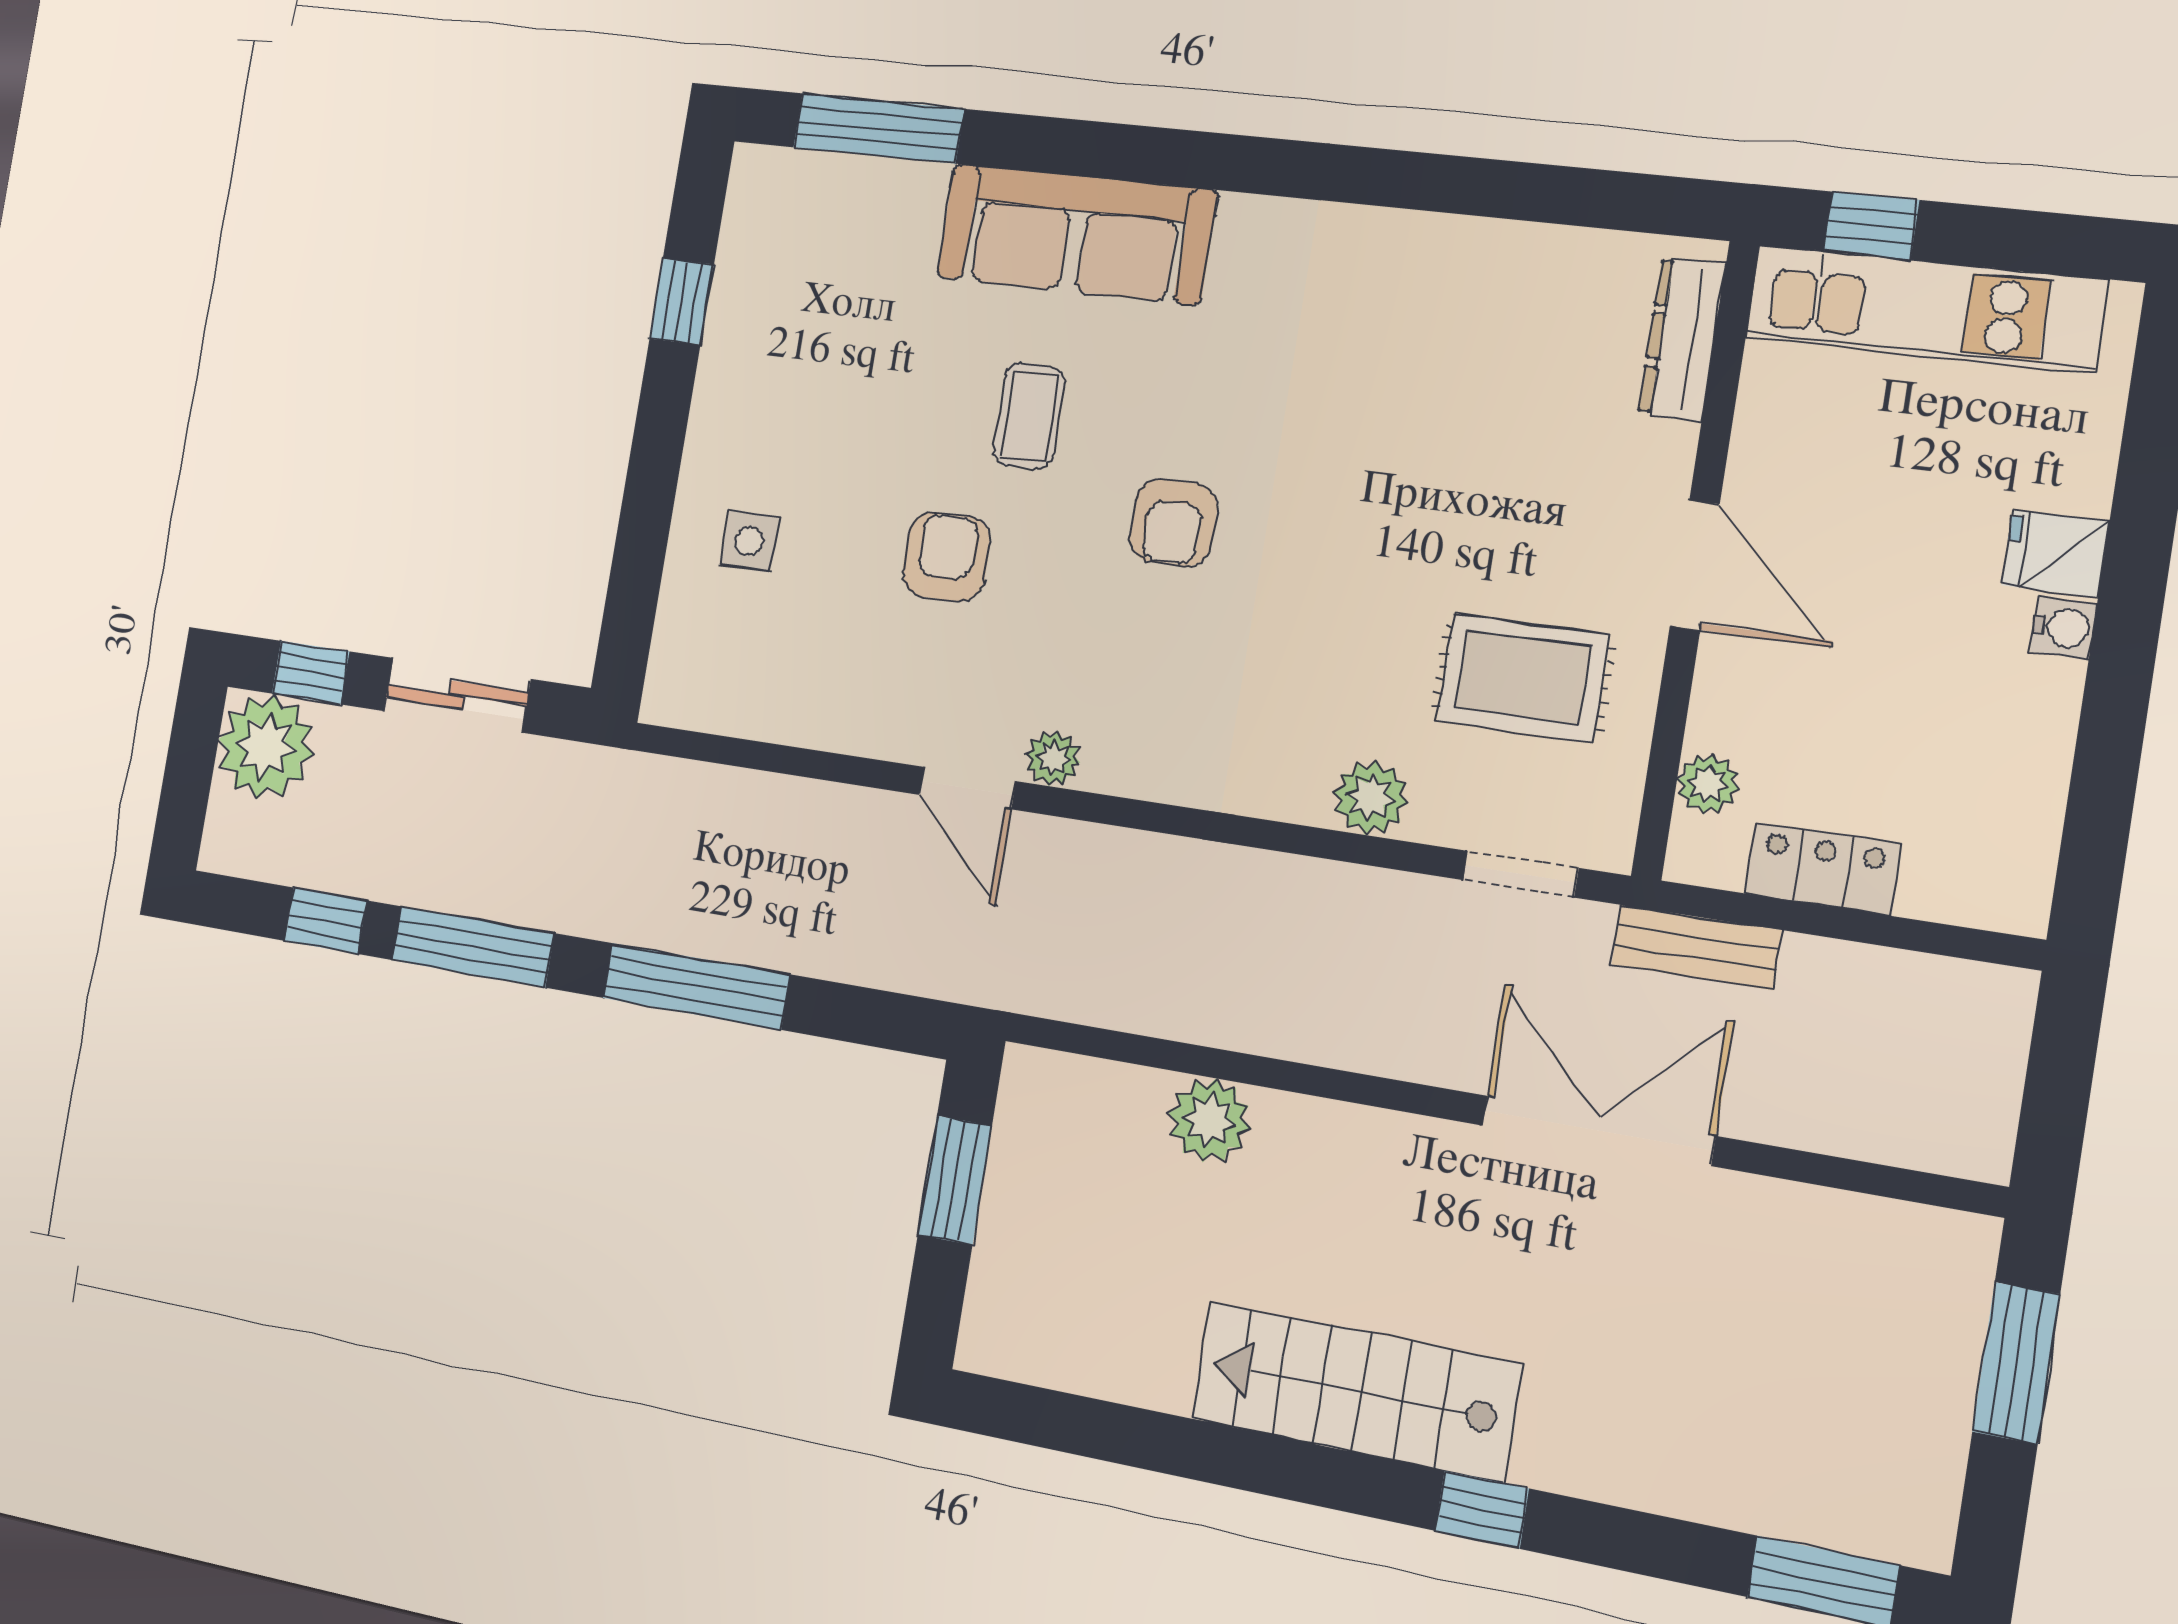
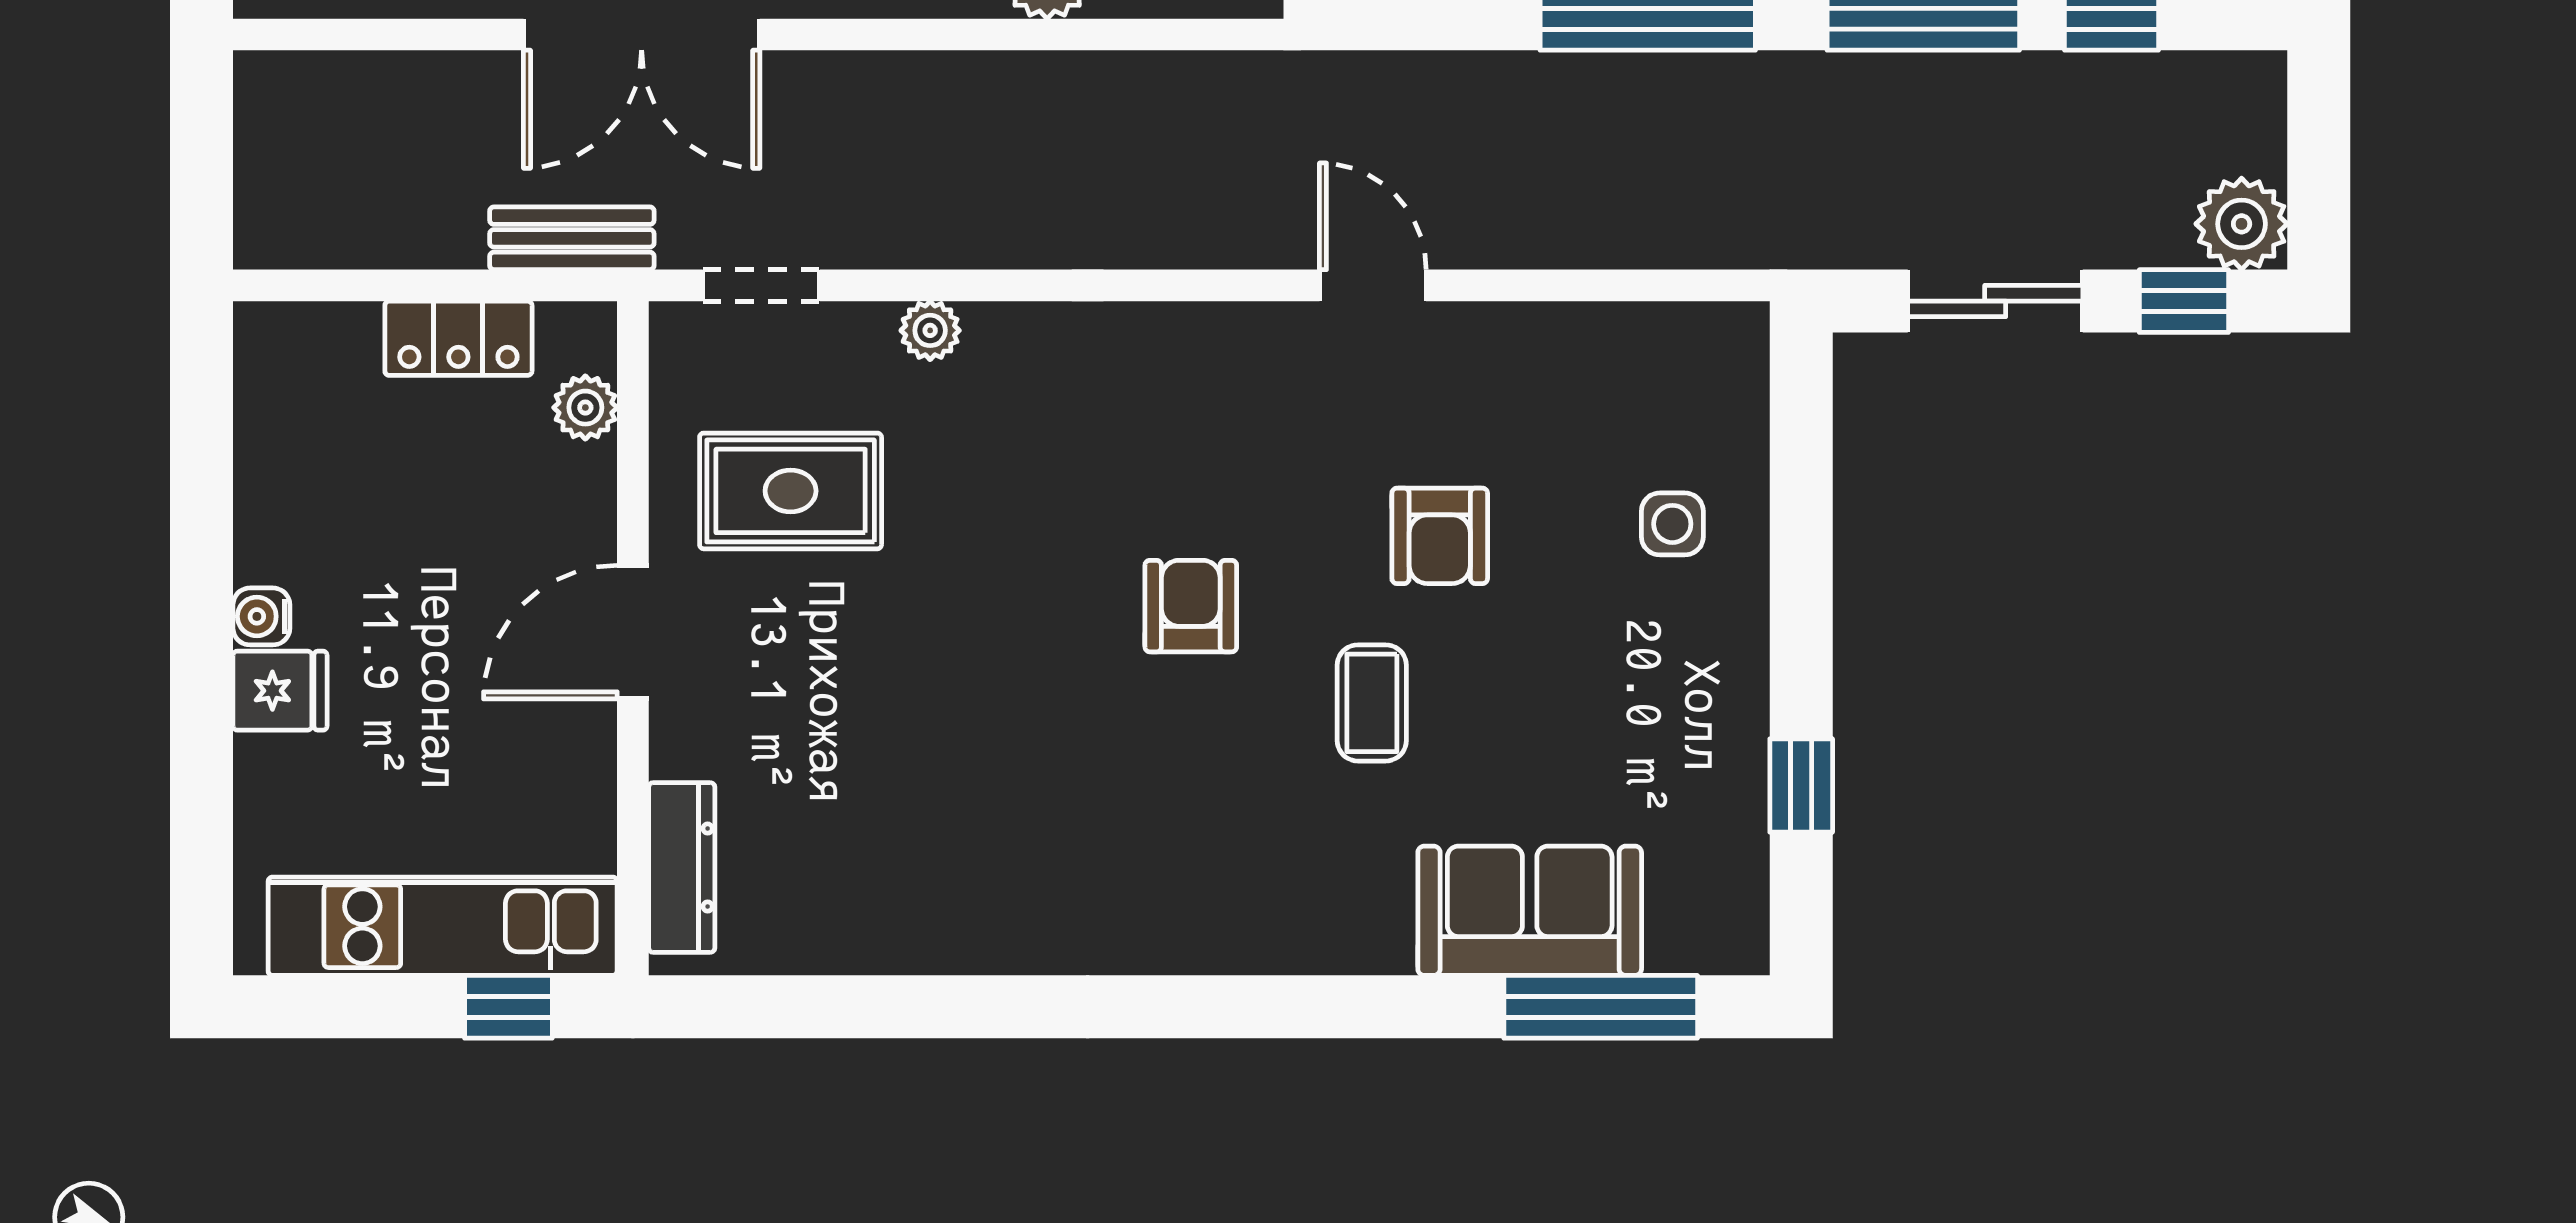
sofa: (1076, 234) -> (1530, 911), moved, width x0.73
door: (1695, 565) -> (633, 632), hinge flipped
plant: (266, 747) -> (2242, 224), width x0.73, depth x0.73
plant: (1053, 758) -> (1282, 332), removed
plant: (1371, 798) -> (930, 330), width x0.73, depth x0.73

